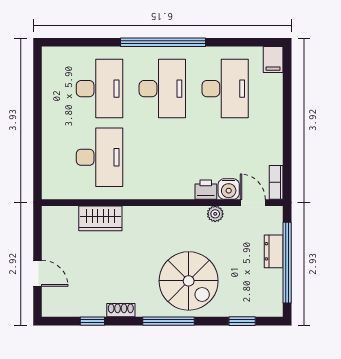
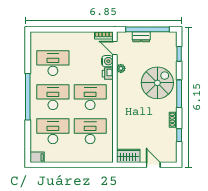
filing cabinet: (273, 59) -> (37, 157), moved
desk: (162, 157) -> (90, 97), added
door: (253, 203) -> (115, 48), hinge flipped
wardrobe: (100, 218) -> (128, 156), moved, turned -90
door: (38, 273) -> (153, 165), hinge flipped

